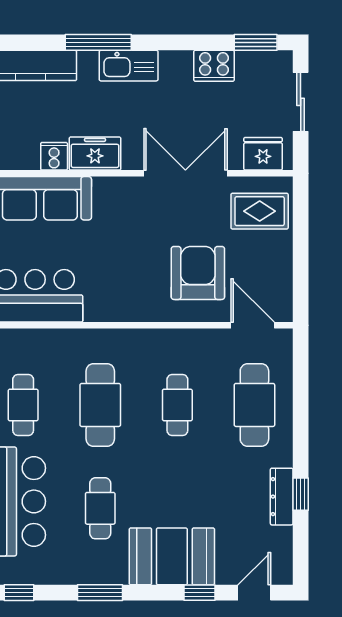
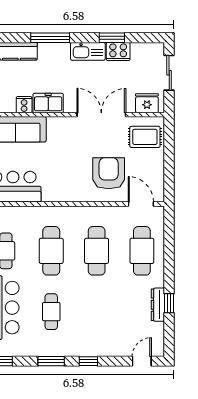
window: (256, 42) -> (112, 38), moved
kitchen sink: (129, 66) -> (88, 51), moved
cafe table: (177, 405) -> (97, 251), width x1.37, depth x1.35
booth: (172, 556) -> (93, 340), removed
window: (199, 593) -> (88, 361), moved

